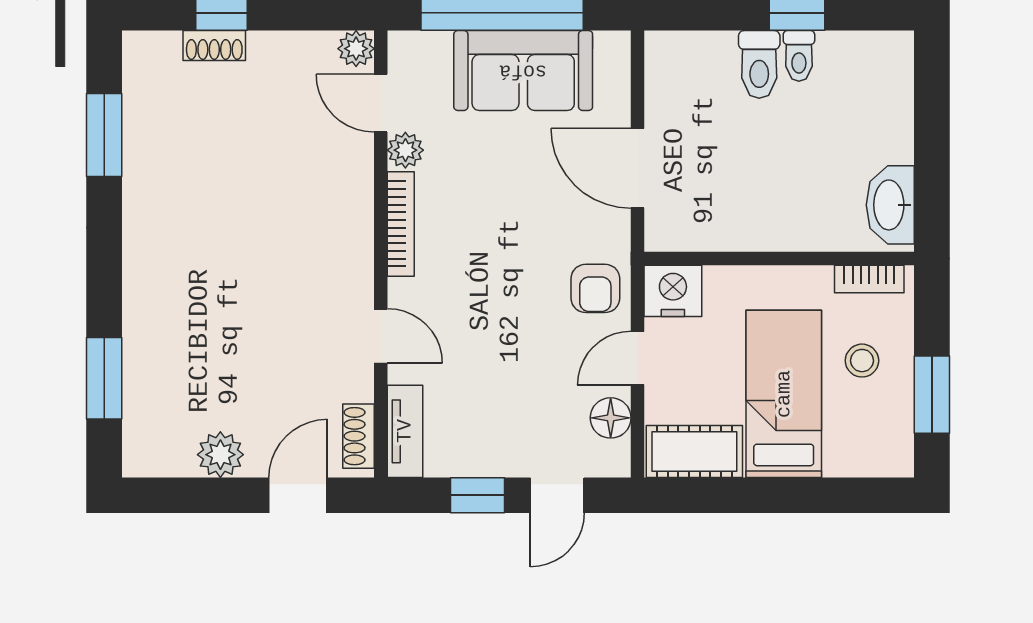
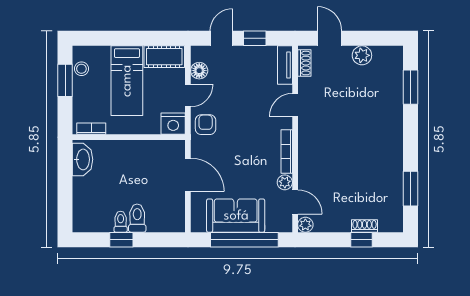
door: (381, 336) -> (295, 105), hinge flipped
stool: (862, 361) -> (81, 69), moved
door: (298, 495) -> (330, 38), swing flipped

